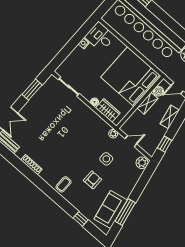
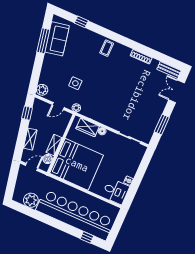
armchair: (92, 180) -> (82, 60), removed

